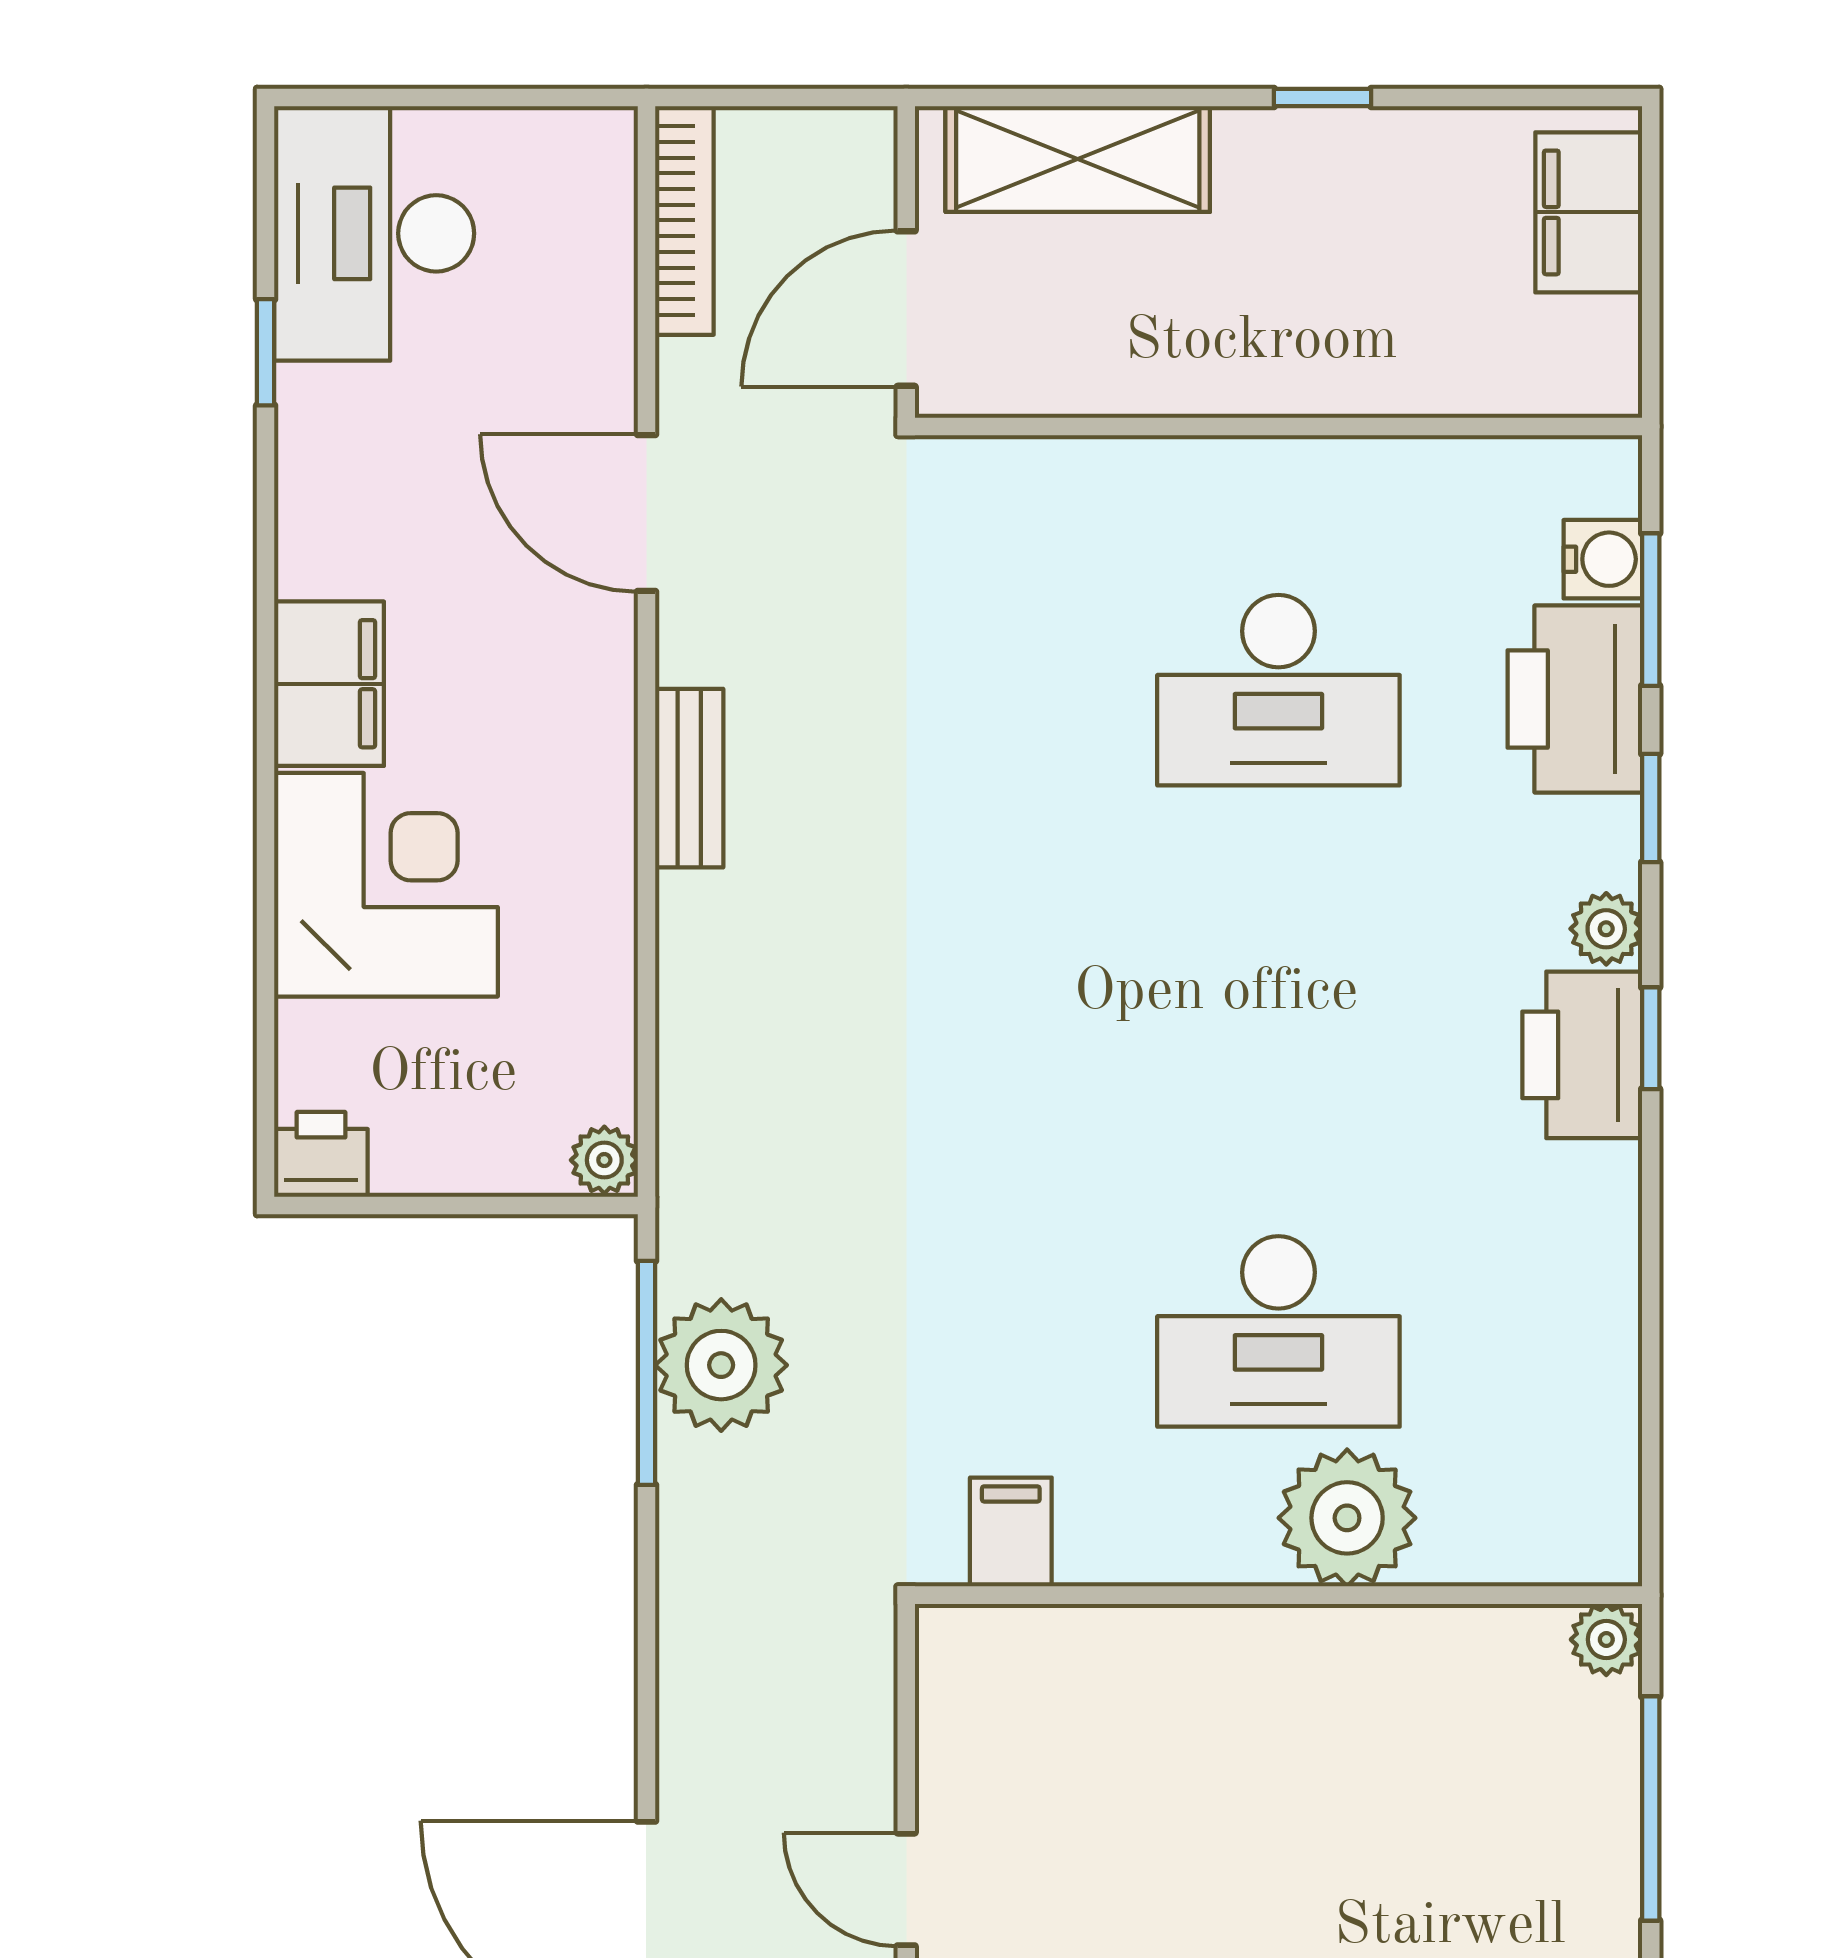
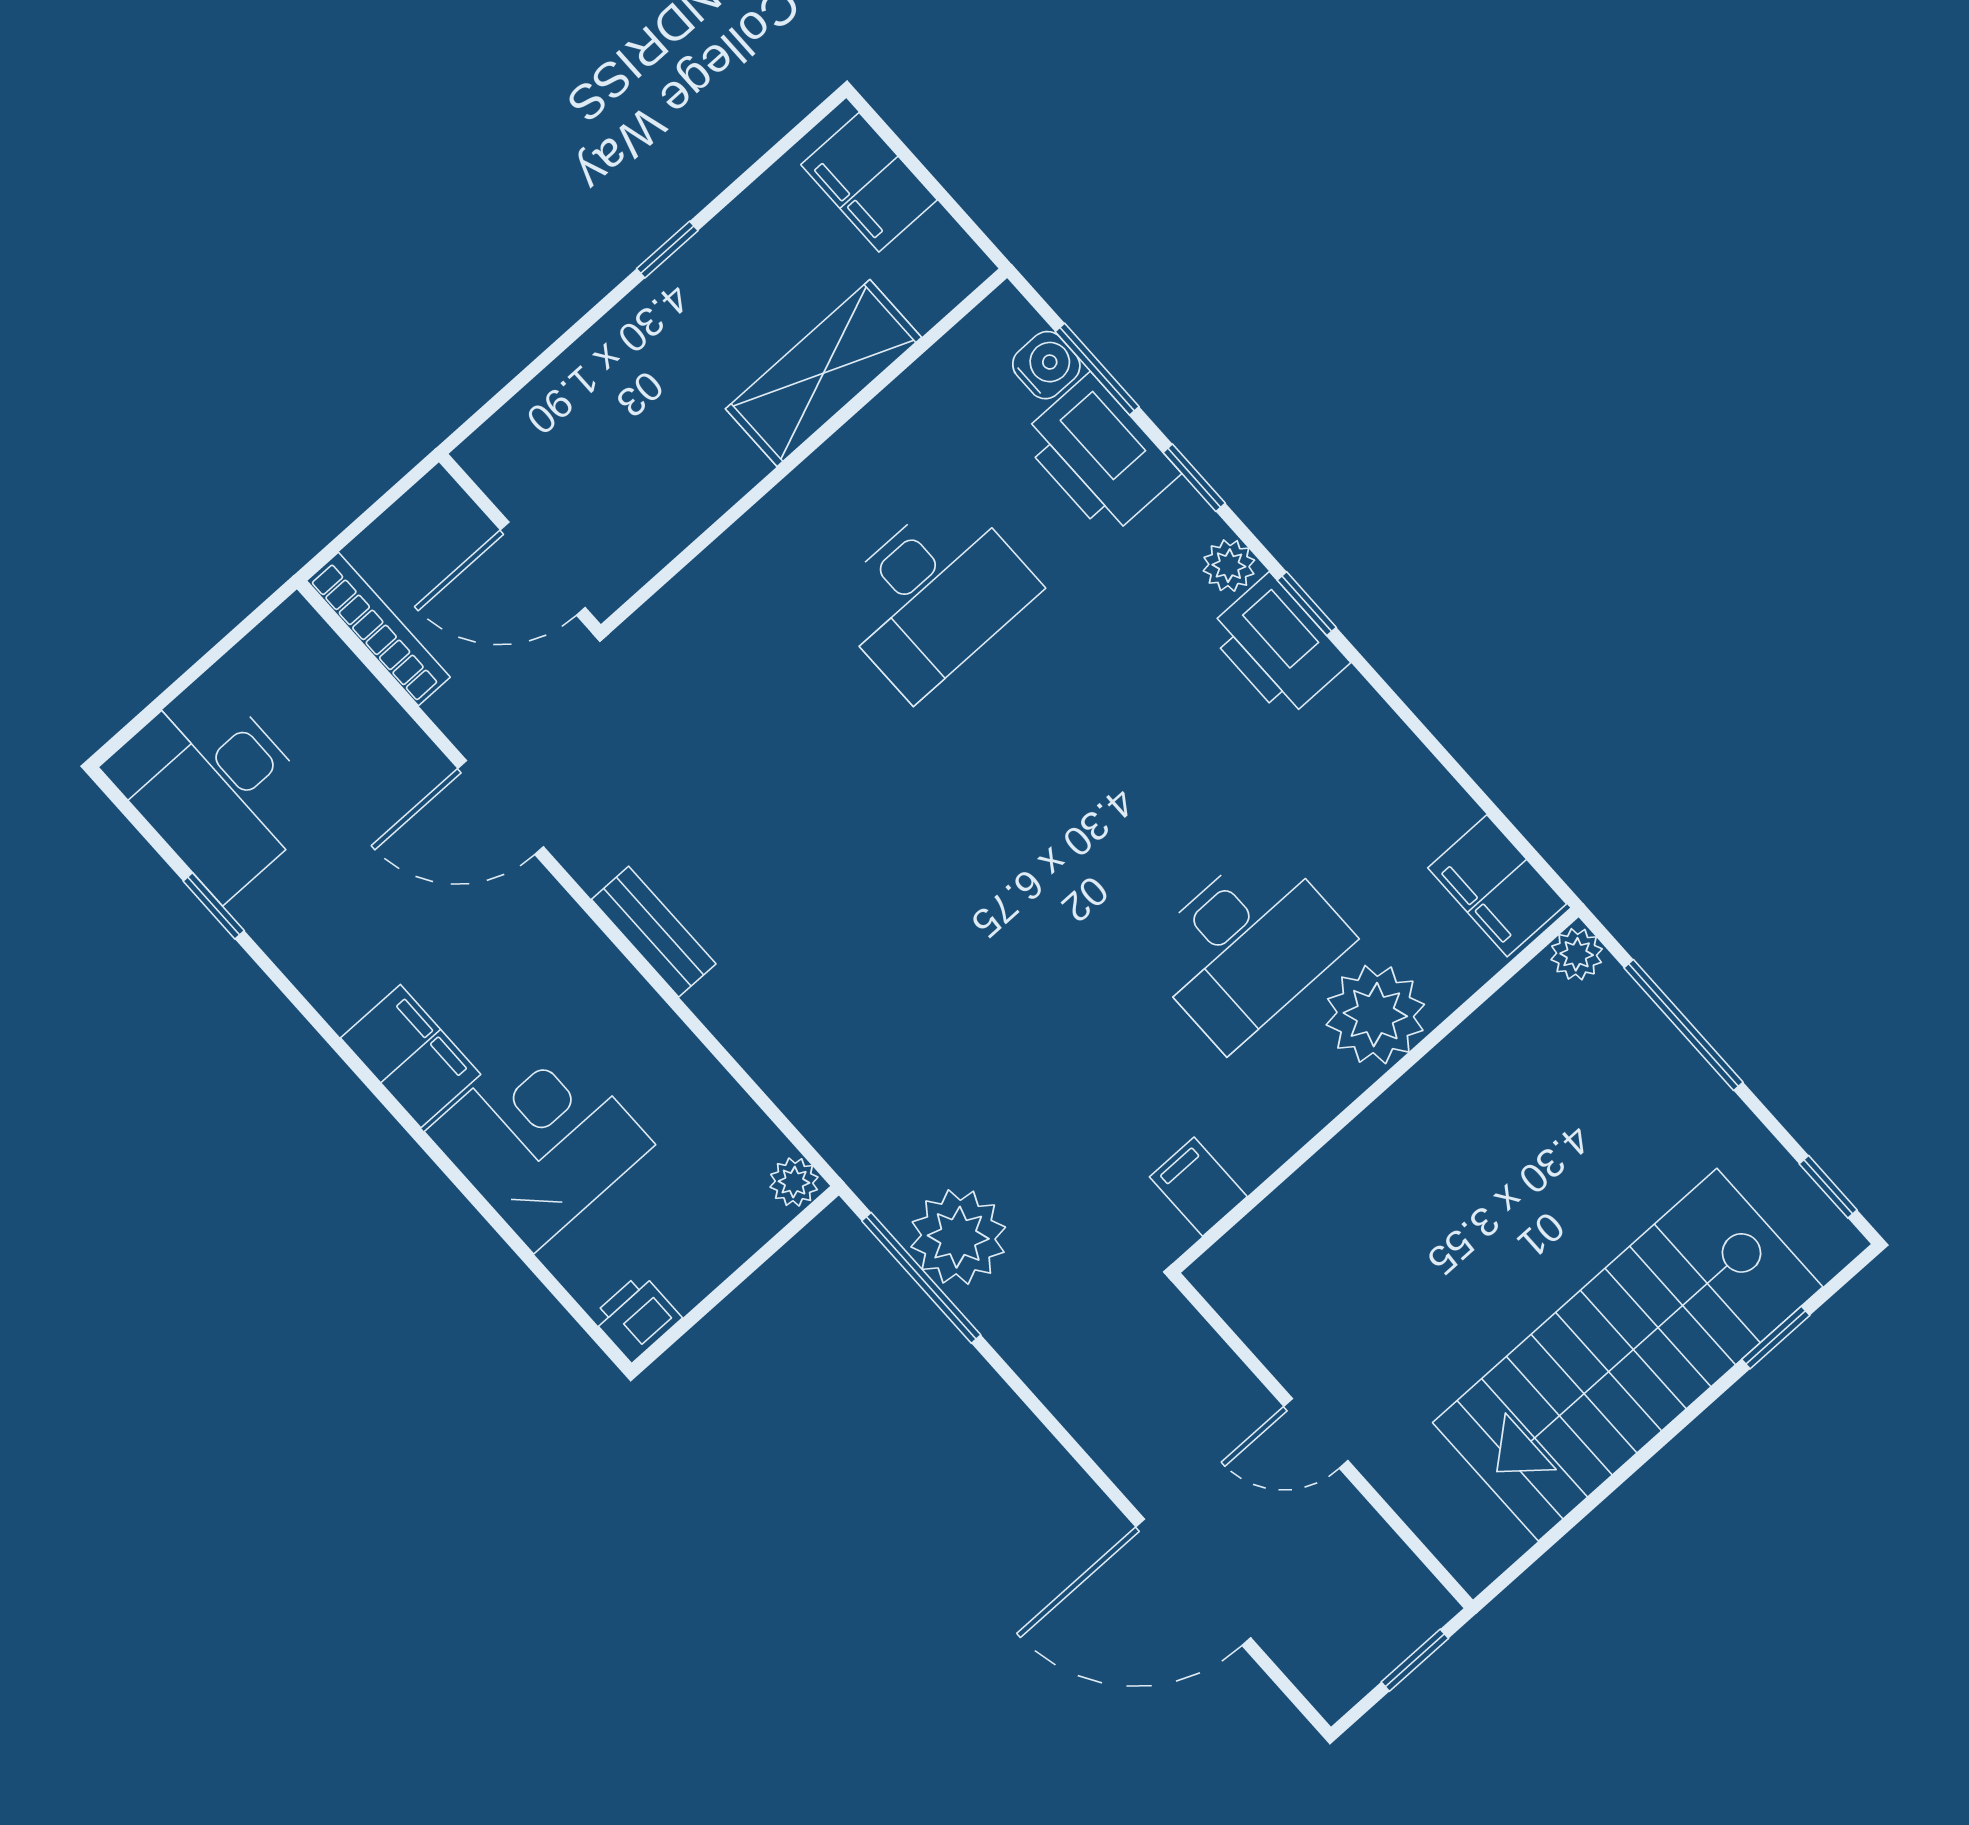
shelving: (1078, 159) -> (824, 373), moved
door: (906, 309) -> (543, 569), hinge flipped
filing cabinet: (1588, 1498) -> (1497, 886), added

